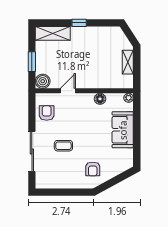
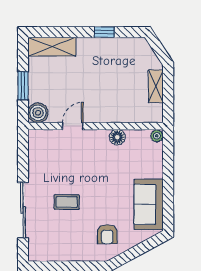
window: (79, 23) -> (104, 32), moved
armchair: (47, 113) -> (43, 157), removed
sofa: (123, 130) -> (149, 204), moved

